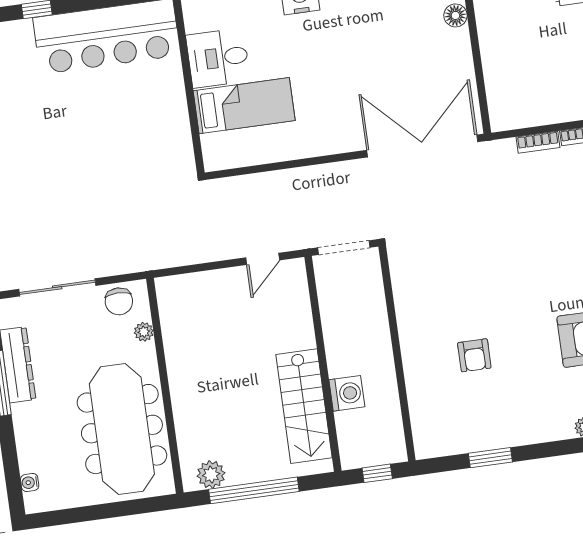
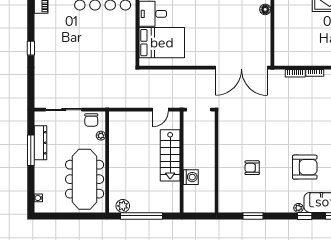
bed: (244, 106) -> (162, 43), width x1.50
double door: (422, 146) -> (241, 68), swing flipped
armchair: (474, 355) -> (252, 168), turned 90
stairs: (304, 406) -> (170, 155), moved
window: (377, 473) -> (200, 216), removed

